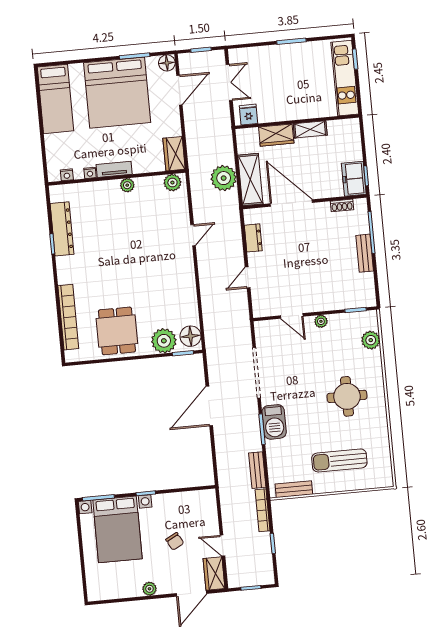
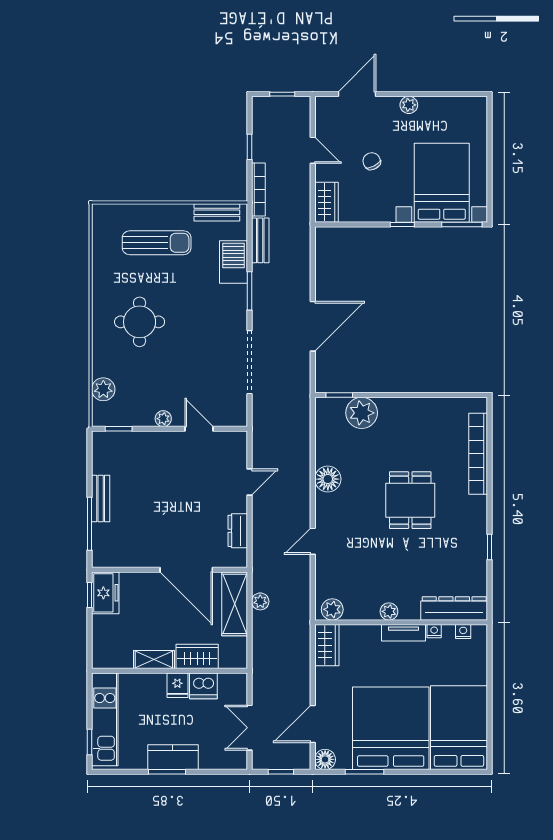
kitchen counter: (288, 53) -> (173, 757), added
bed: (55, 99) -> (459, 728), width x1.50
dishwasher: (269, 112) -> (203, 686), added
fridge: (248, 115) -> (177, 685), moved
plant: (224, 178) -> (260, 601), width x0.53, depth x0.53
shoe rack: (342, 205) -> (123, 561), removed
dresser: (62, 229) -> (454, 608), moved, turned 90
dining table: (117, 331) -> (410, 500), moved
floor lamp: (191, 336) -> (328, 479), moved
barbecue: (274, 422) -> (234, 262), moved
wardrobe: (214, 574) -> (326, 202), moved

